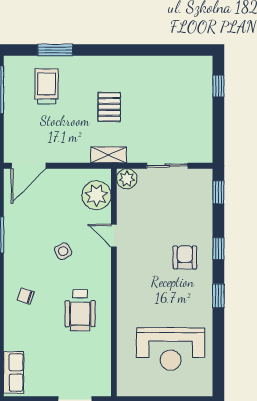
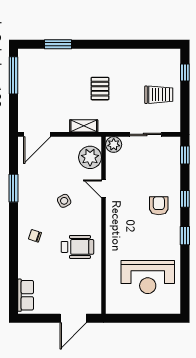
trolley: (47, 86) -> (159, 95), moved, turned 90
shelving: (109, 155) -> (84, 126), moved
wheelchair: (80, 310) -> (77, 247), turned -90

